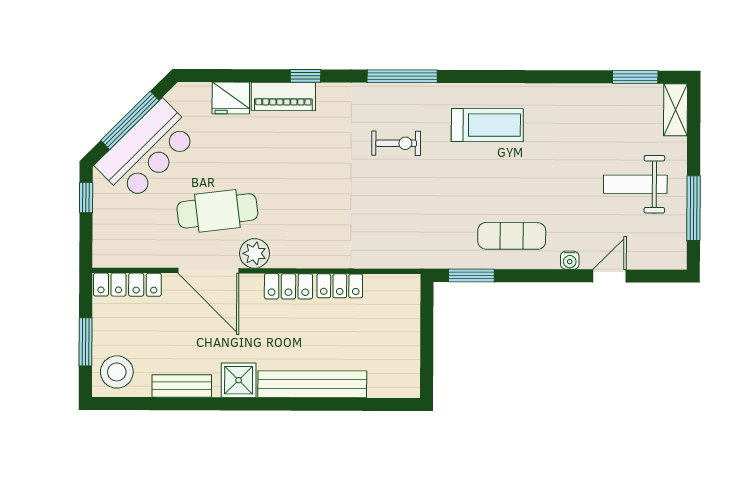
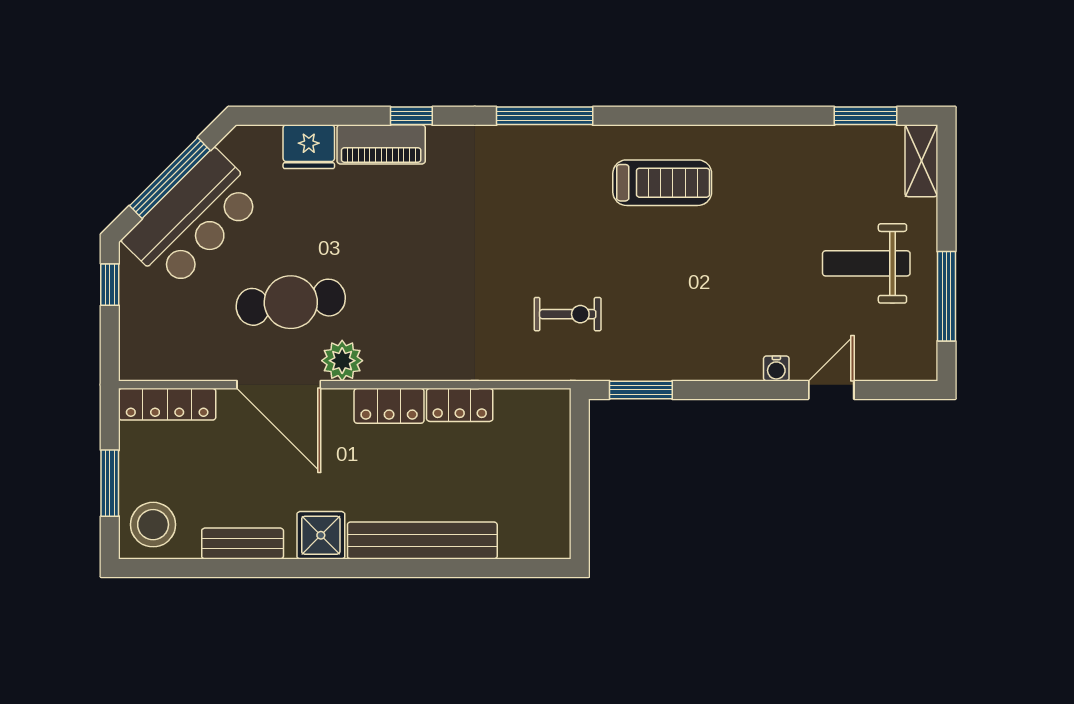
exercise bike: (396, 143) -> (568, 314), moved
exercise mat: (512, 236) -> (696, 335), removed

